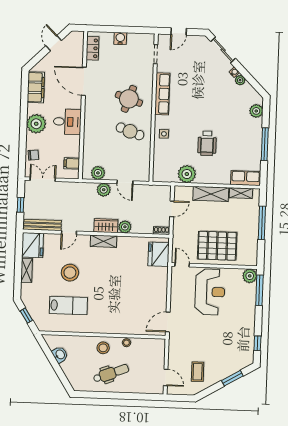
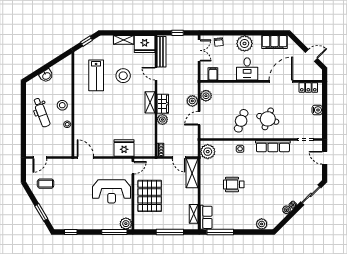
window: (265, 144) -> (220, 232), moved
plant: (187, 174) -> (208, 152), moved
shelving: (211, 194) -> (192, 173), moved
fridge: (159, 254) -> (124, 148), moved
washbasin: (60, 355) -> (46, 76), moved

